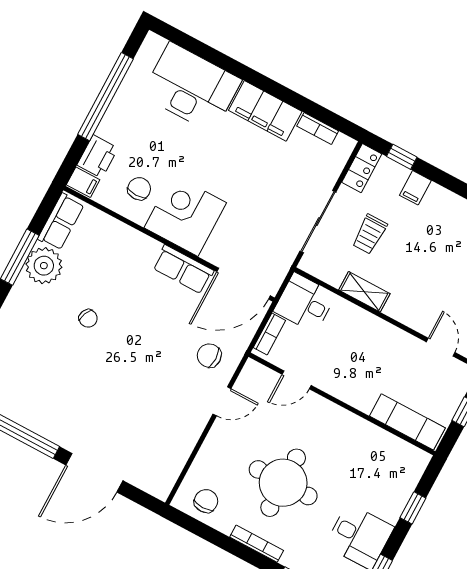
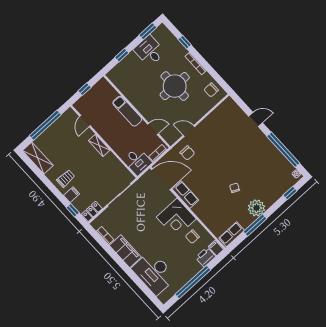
trolley: (370, 234) -> (66, 178), moved
plant: (44, 266) -> (256, 208), moved
shelving: (364, 292) -> (99, 145), moved
exam couch: (407, 422) -> (127, 111), moved
door: (94, 473) -> (256, 119), width x0.53

